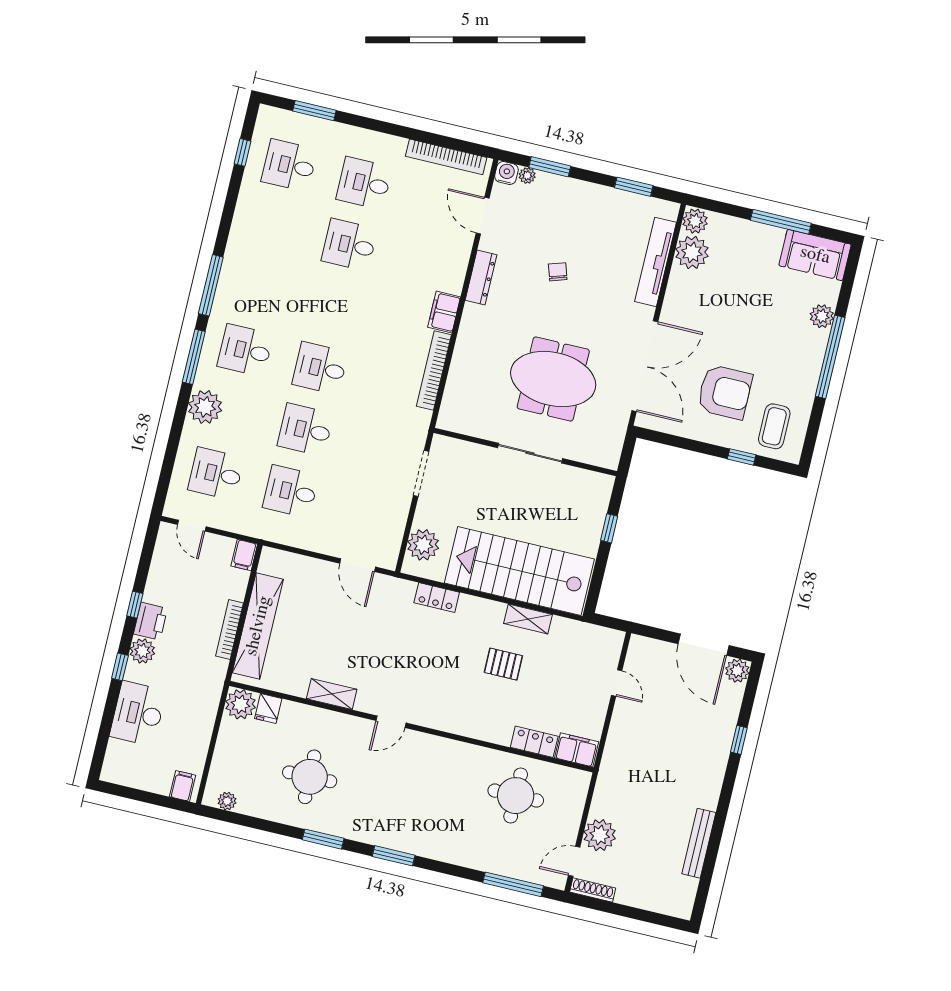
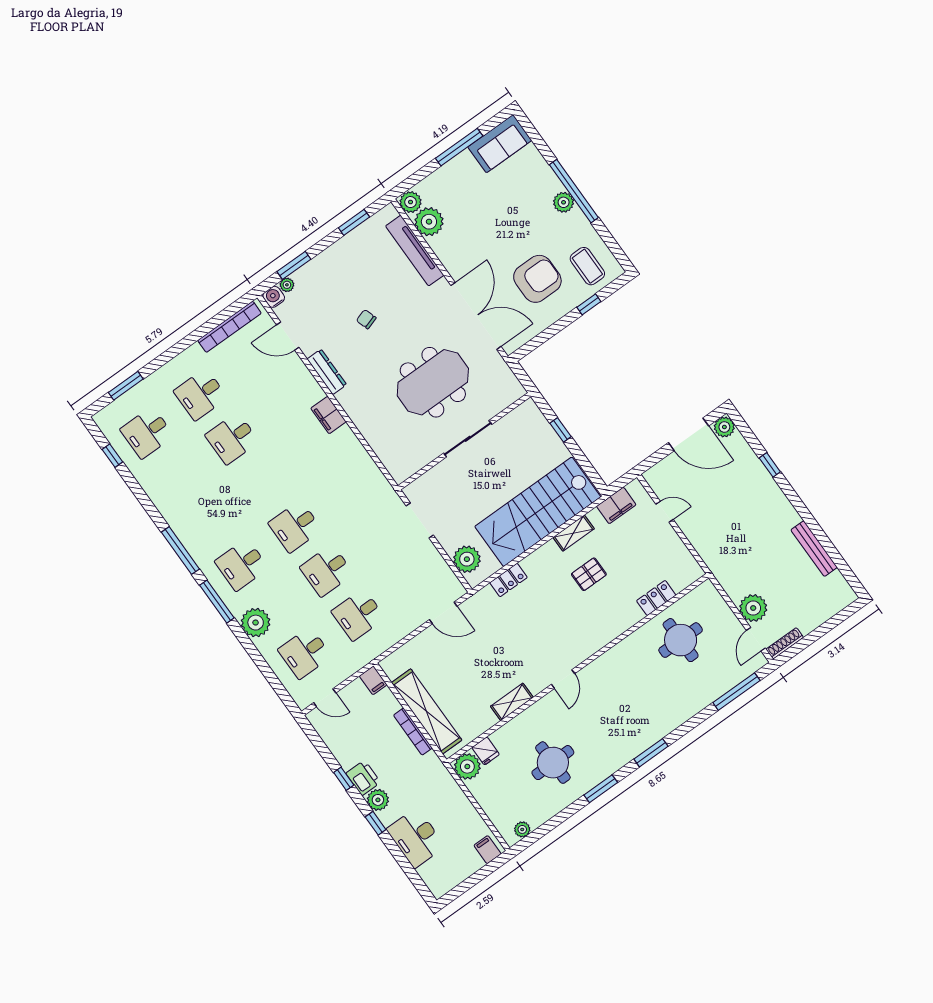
plant: (822, 316) -> (564, 202), moved
bookcase: (434, 371) -> (360, 454), removed
filing cabinet: (577, 750) -> (616, 505), moved, turned 180

